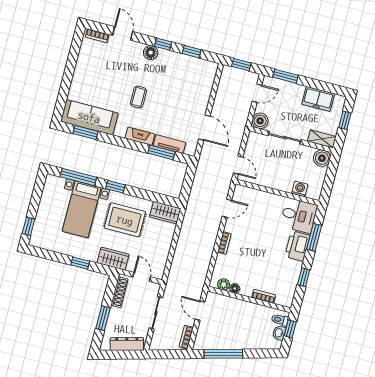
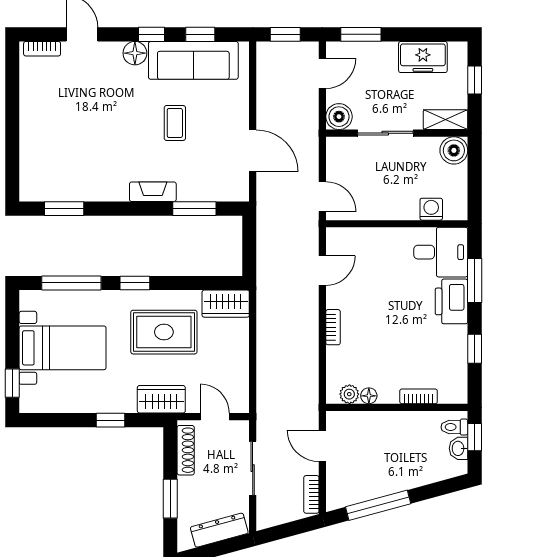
coffee table: (138, 97) -> (175, 123), moved
sofa: (89, 117) -> (193, 60), moved, turned 180
tv unit: (169, 144) -> (204, 192), removed
bed with nightstands: (82, 209) -> (63, 348), moved, turned -90

